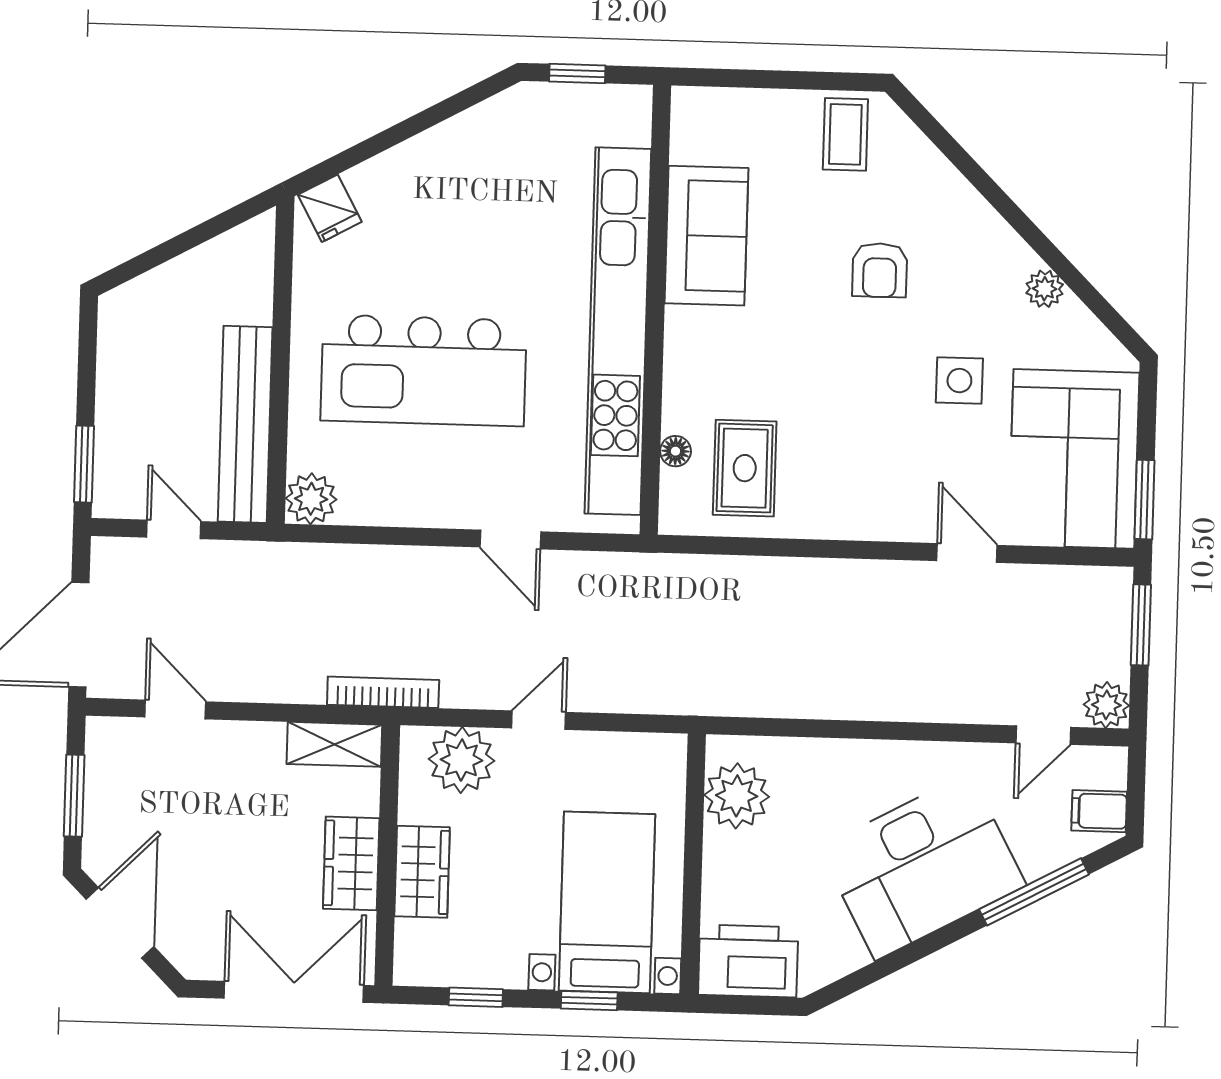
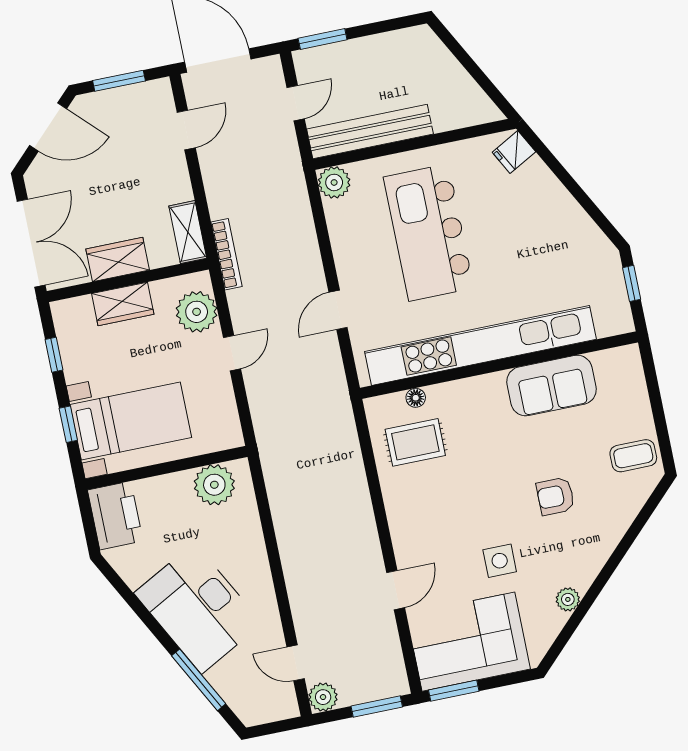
door: (539, 720) -> (232, 353), hinge flipped
filing cabinet: (1099, 811) -> (257, 708), removed

